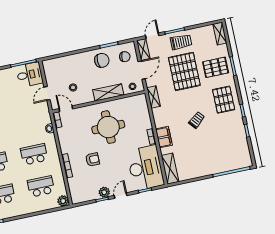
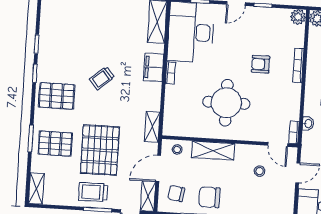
pallet: (224, 100) -> (57, 96), turned 90
plant: (104, 192) -> (298, 17), moved

